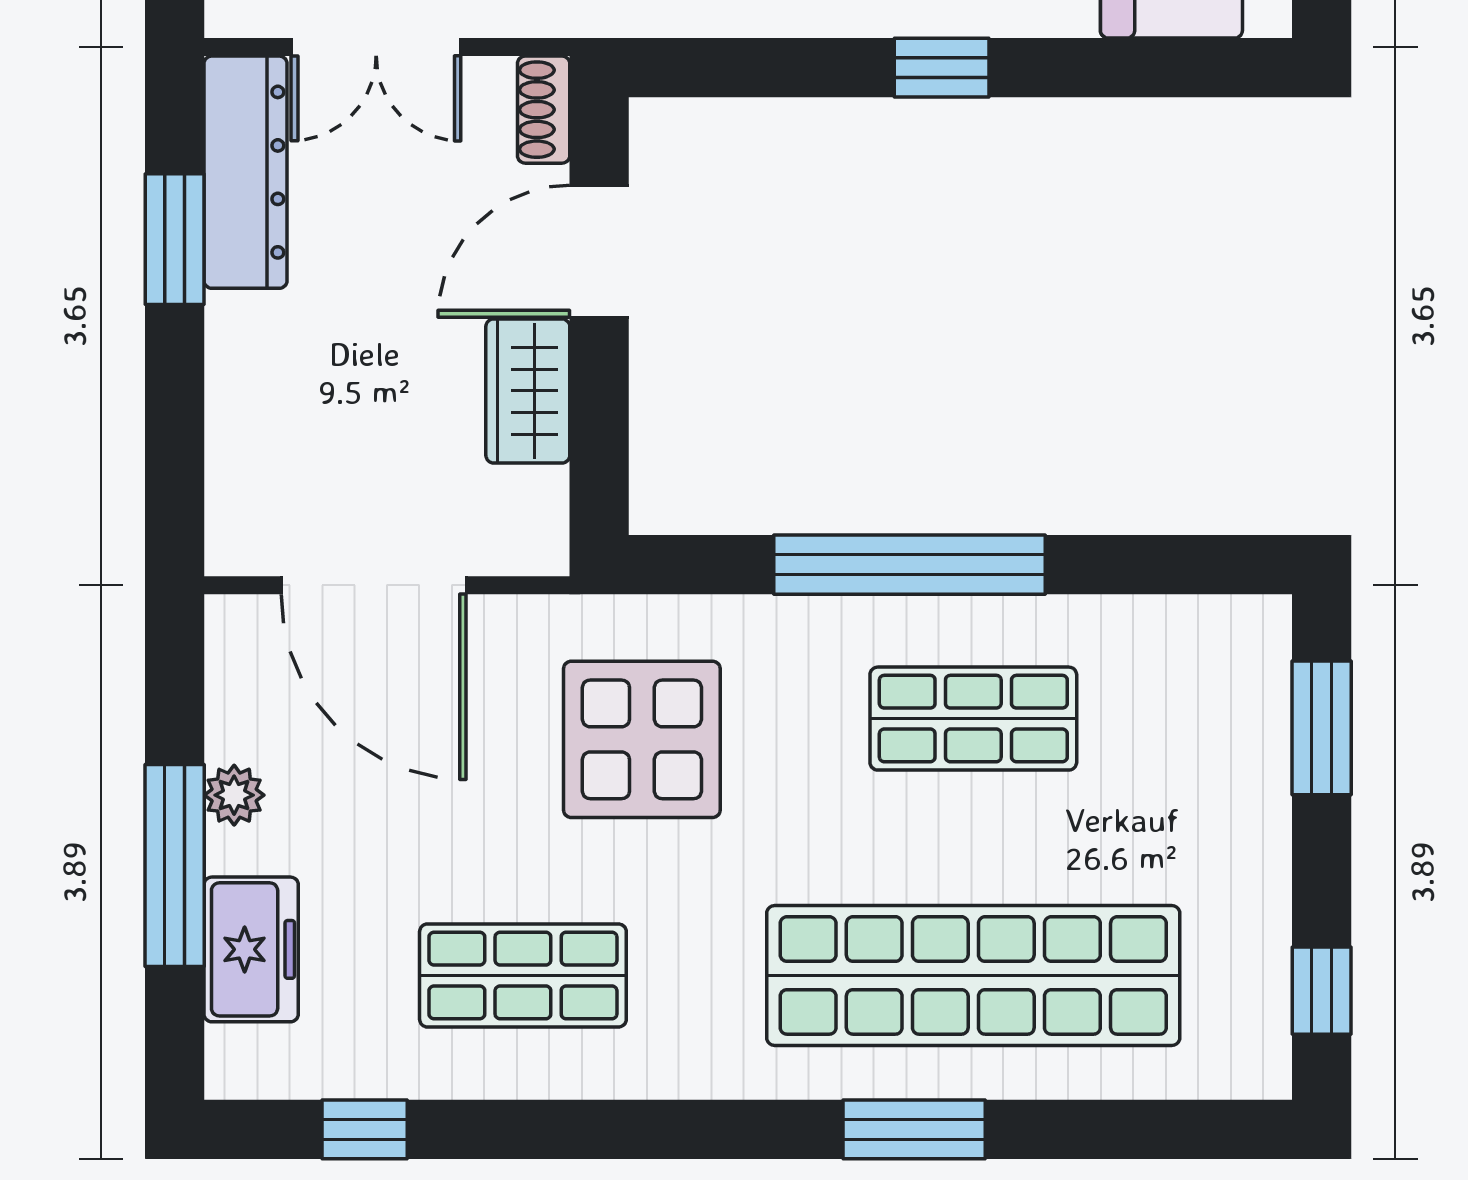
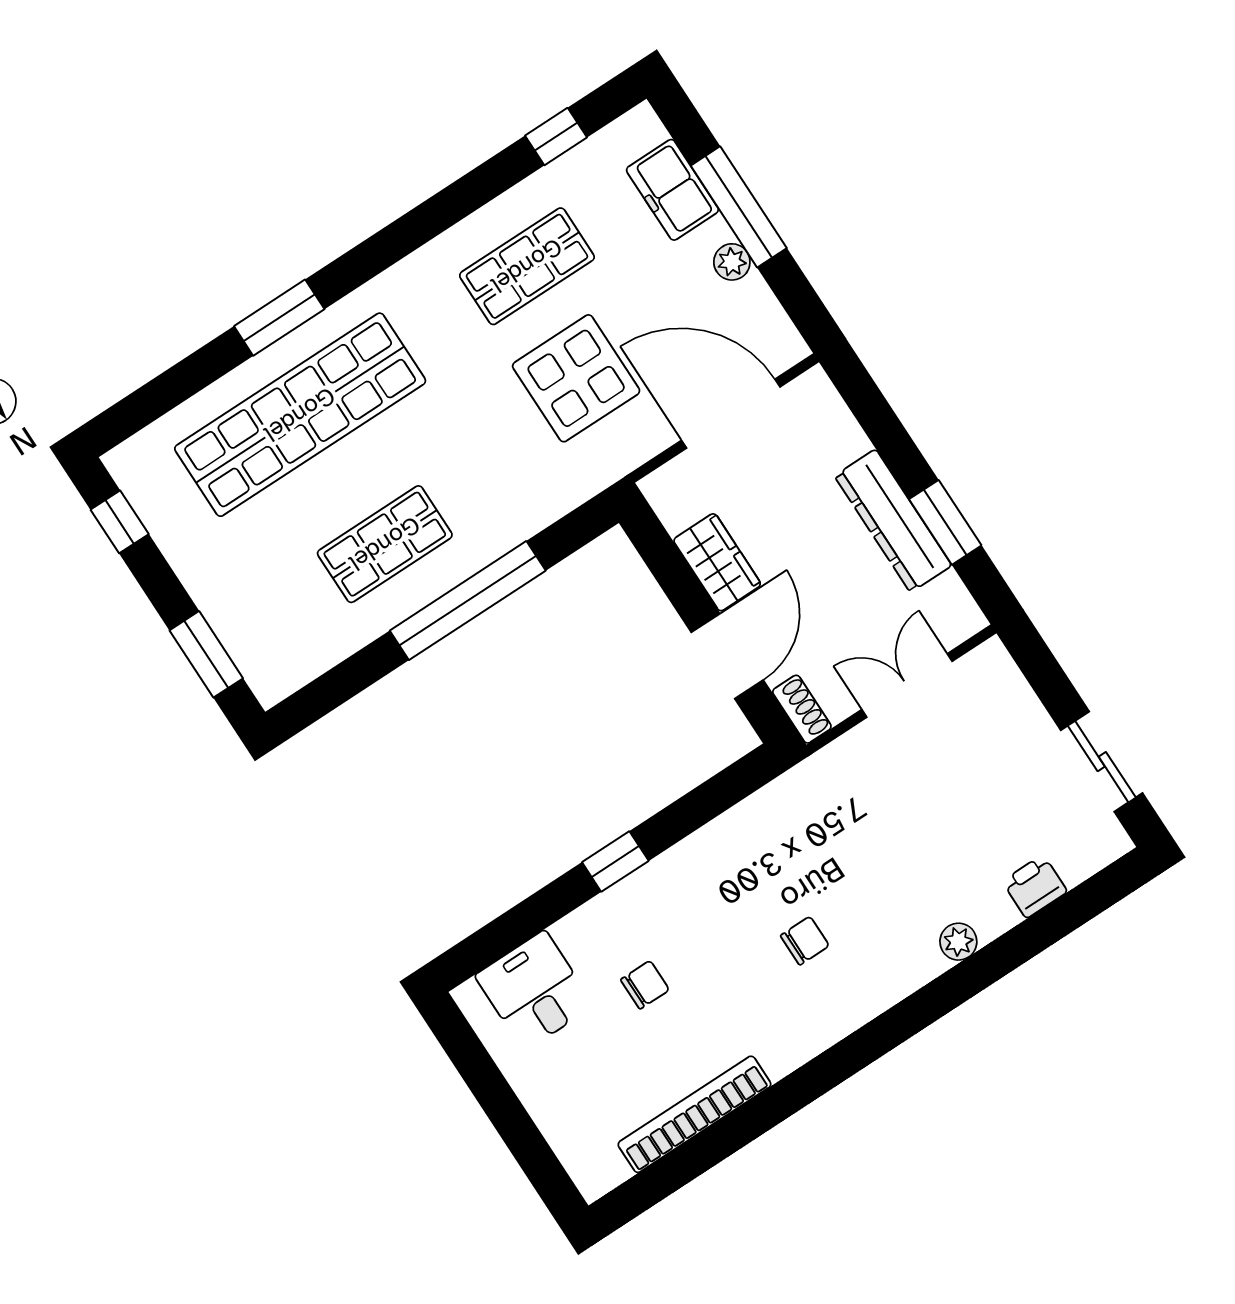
dresser: (245, 172) -> (893, 521), moved
display table: (642, 739) -> (576, 378), moved

